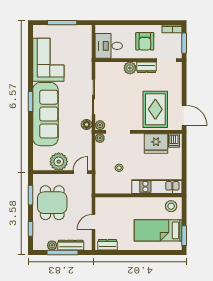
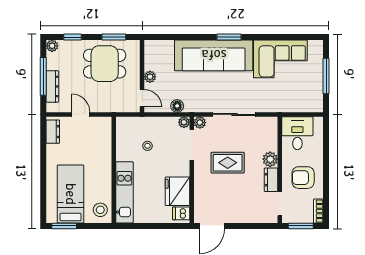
rug: (155, 109) -> (228, 163), moved, width x0.73, depth x0.70
floor lamp: (87, 125) -> (177, 106), moved
plant: (59, 162) -> (150, 77), width x0.53, depth x0.53
plant: (52, 245) -> (52, 46), moved

